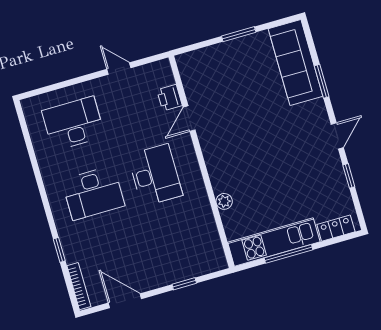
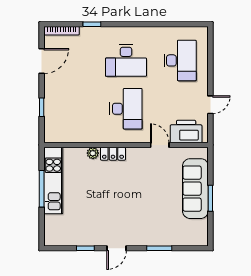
sofa: (296, 63) -> (195, 189), moved, turned -90
printer: (170, 98) -> (186, 131), width x1.87, depth x1.48
door: (337, 136) -> (117, 248), hinge flipped
desk: (155, 175) -> (126, 109), turned -90
desk: (93, 193) -> (126, 60), turned -90
locker: (336, 228) -> (113, 154), moved, turned 90

